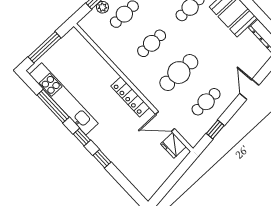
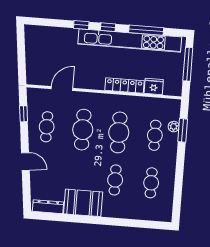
cafe table: (152, 43) -> (119, 132), width x1.37, depth x1.35
locker: (130, 97) -> (124, 86), moved
kitchen unit: (64, 99) -> (130, 41), width x1.36
fridge: (173, 145) -> (154, 86), moved

